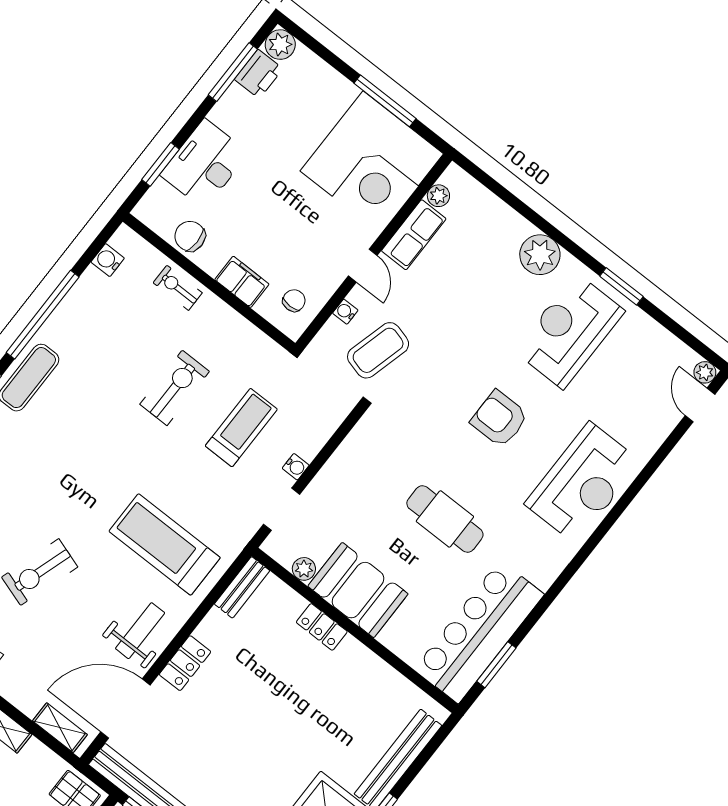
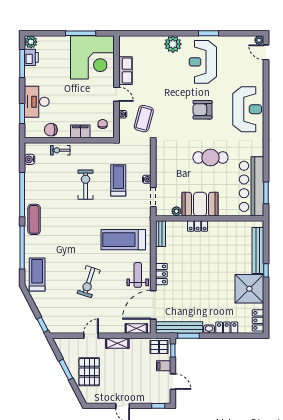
plant: (438, 196) -> (123, 51), removed

